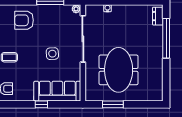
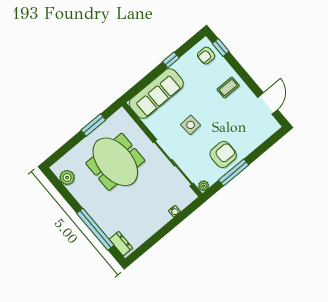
armchair: (24, 20) -> (223, 154), moved
plant: (157, 85) -> (67, 178), added
window: (41, 104) -> (171, 60), moved

